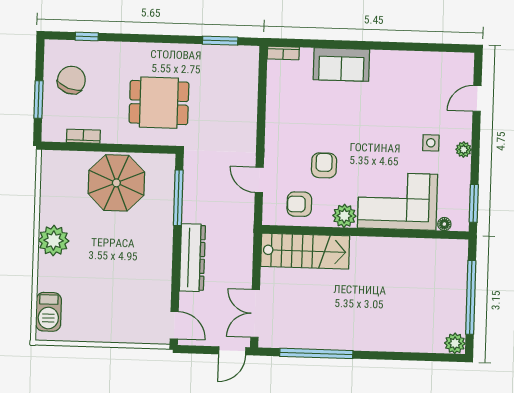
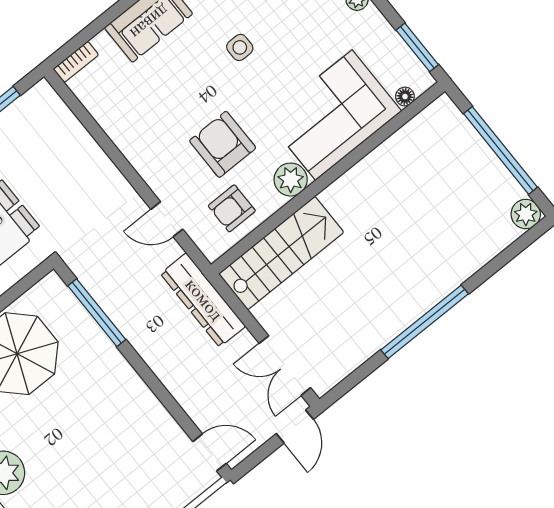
side table: (431, 143) -> (240, 47), moved
armchair: (324, 165) -> (223, 144), width x1.38, depth x1.38
dresser: (192, 258) -> (203, 300), moved, turned 180
window: (316, 353) -> (425, 322), moved

